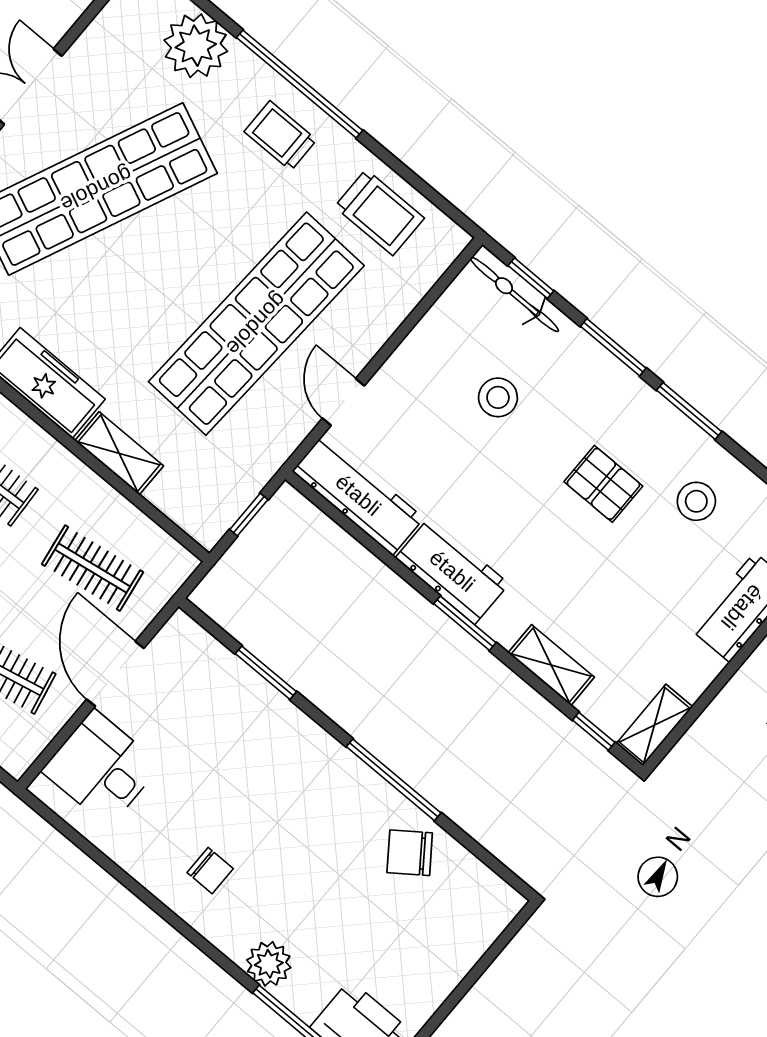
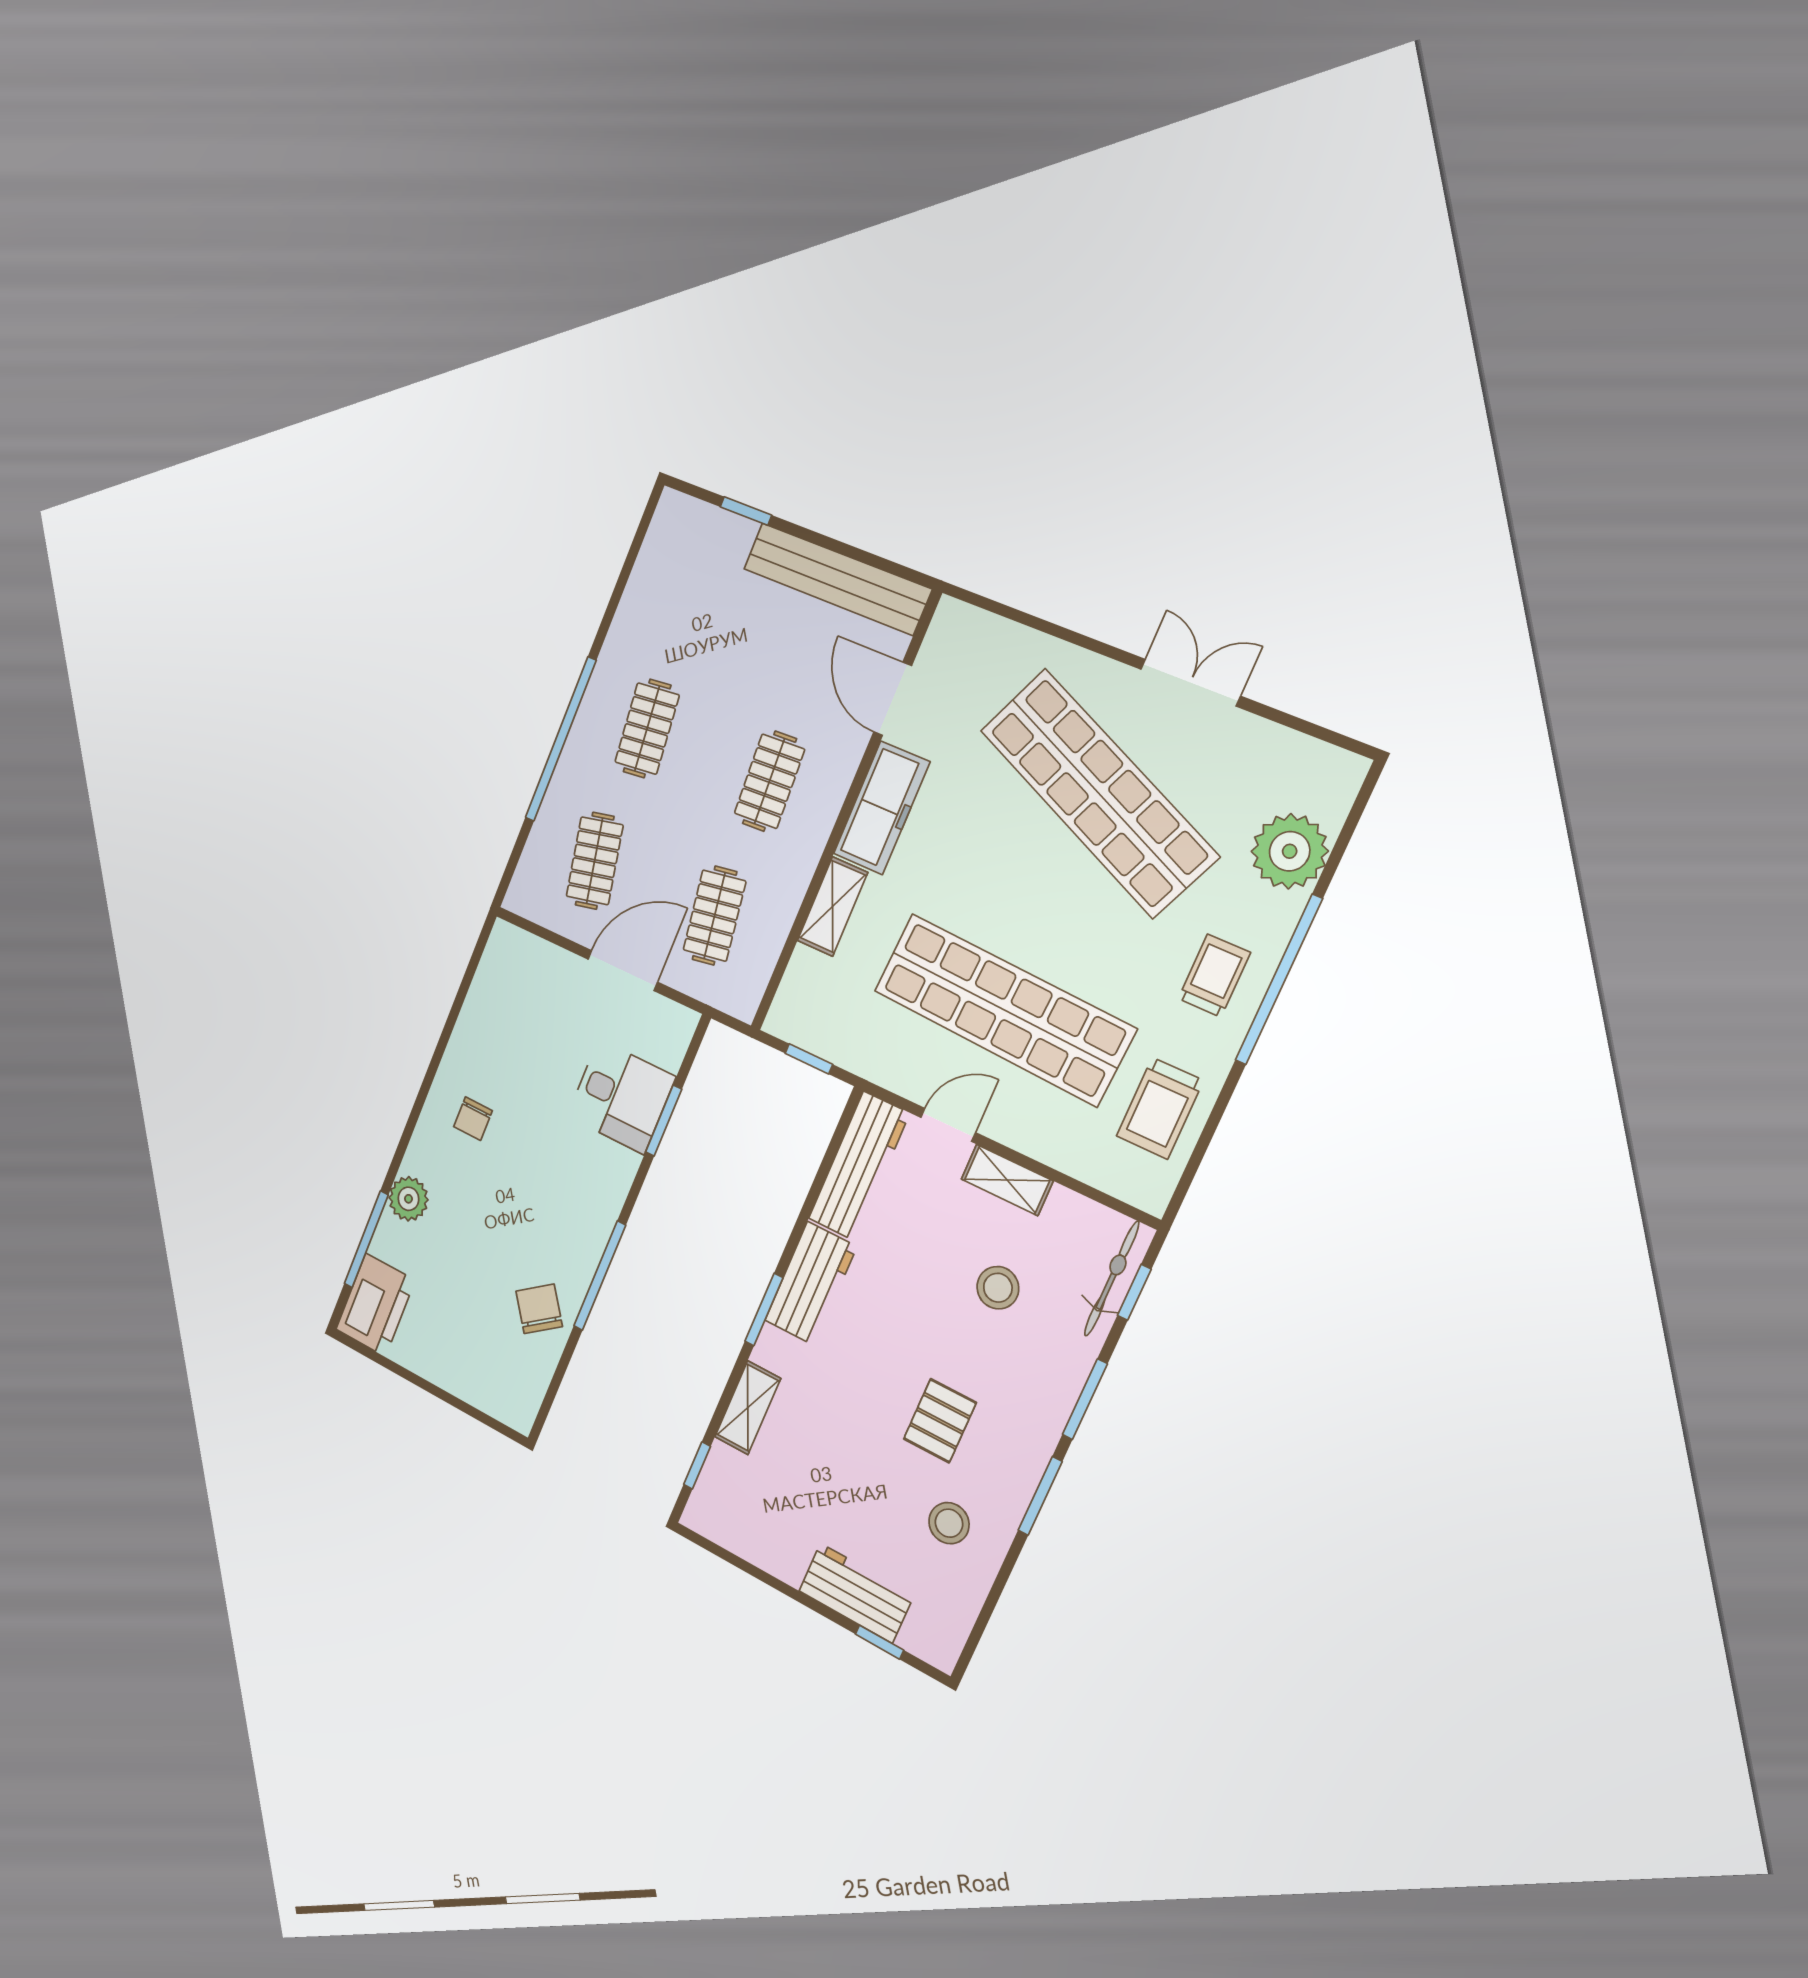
shelving: (654, 725) -> (1007, 1180), moved
desk: (101, 768) -> (621, 1097), moved, turned 90

